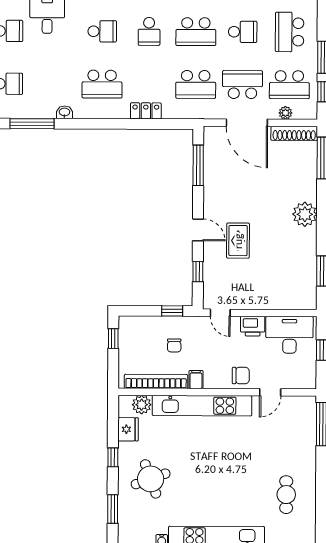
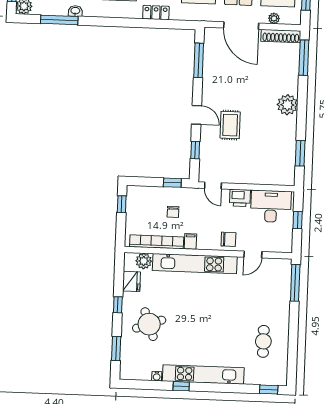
washbasin: (64, 112) -> (75, 11), moved

